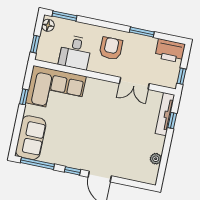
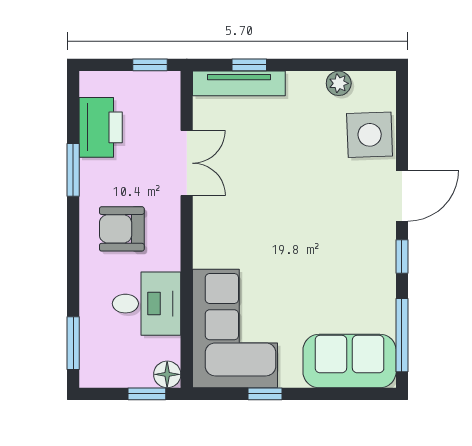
floor lamp: (48, 25) -> (167, 374), moved
printer: (170, 51) -> (101, 127), moved
side table: (130, 168) -> (370, 135), added

